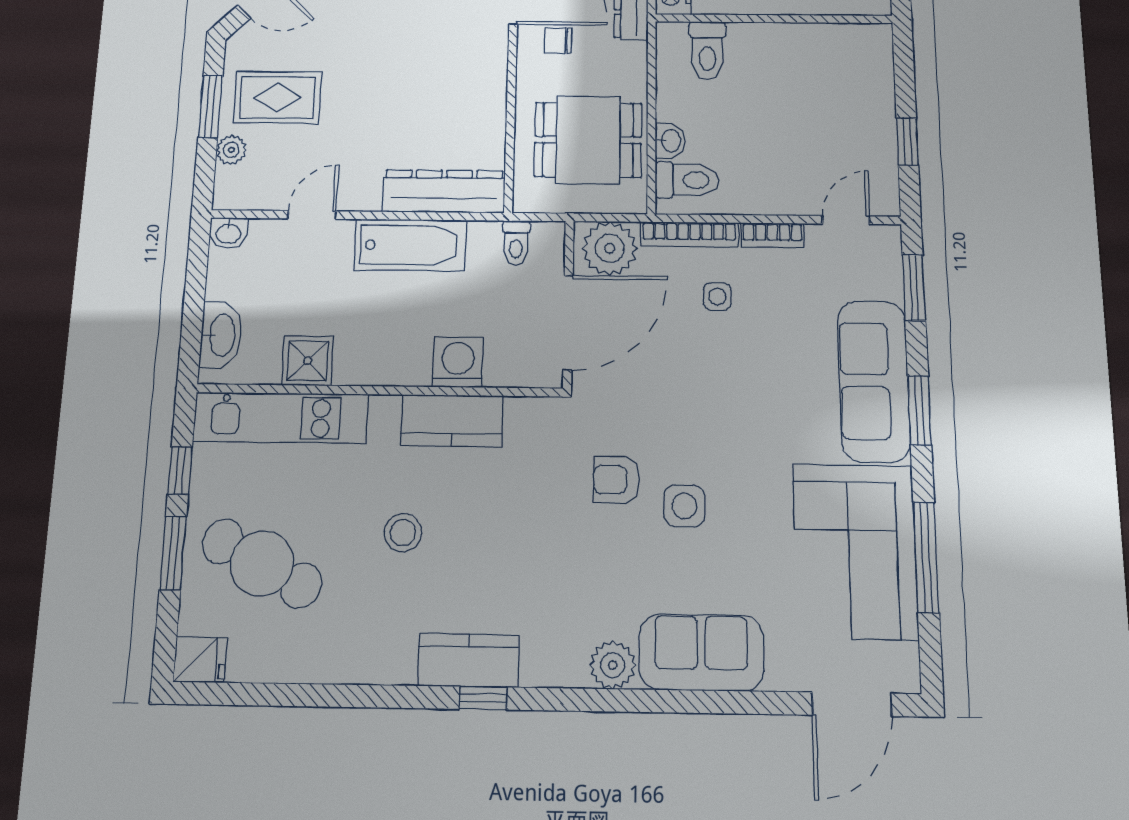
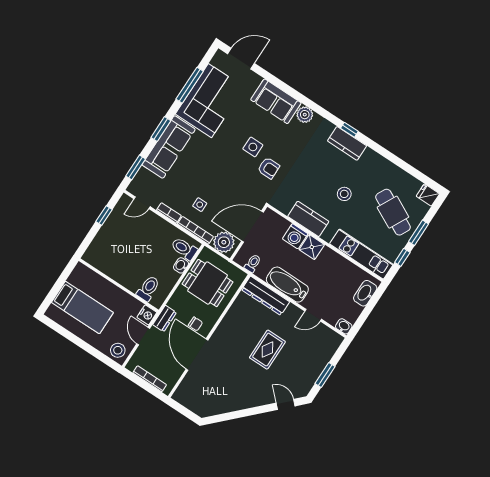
rug: (278, 98) -> (267, 350), moved, turned 90
plant: (231, 150) -> (327, 355), removed
shower: (308, 361) -> (312, 247), moved

